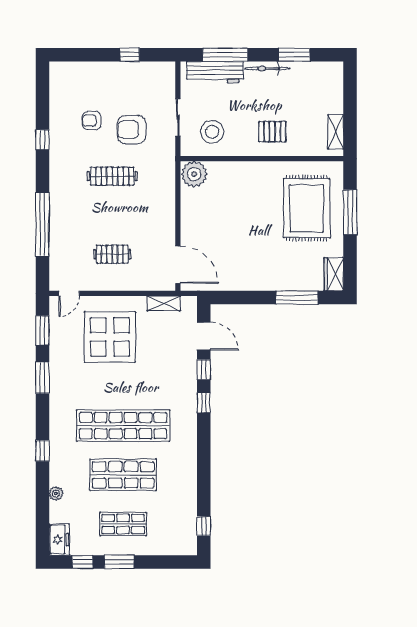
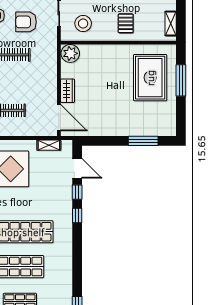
pallet: (272, 132) -> (126, 23), turned 90
wardrobe: (334, 274) -> (67, 91), moved, turned 180

